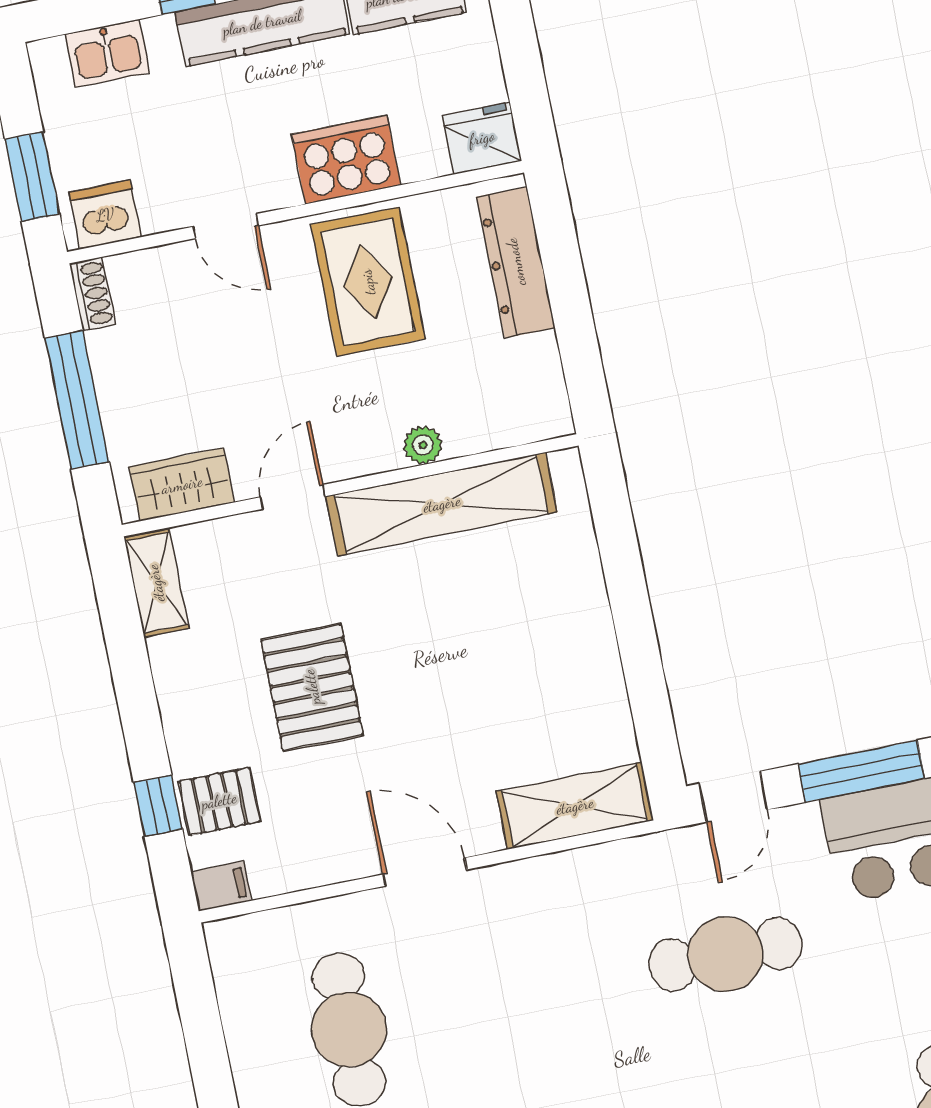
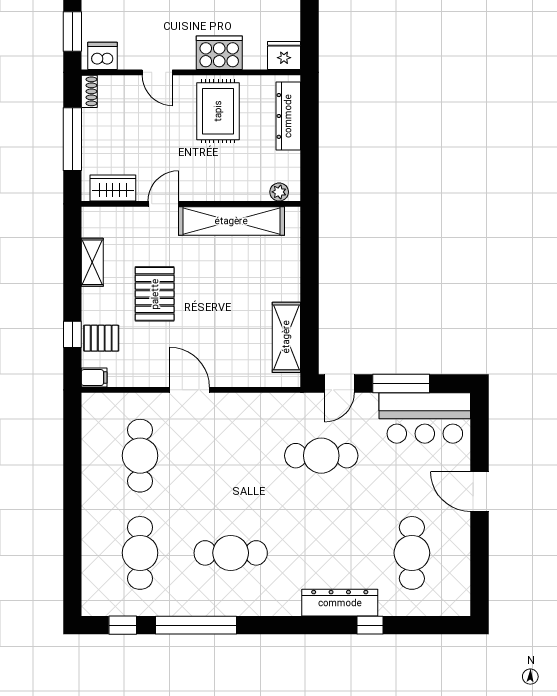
plant: (423, 445) -> (279, 192), moved
shelving: (156, 583) -> (92, 262), moved
shelving: (575, 806) -> (286, 337), moved, turned 90

